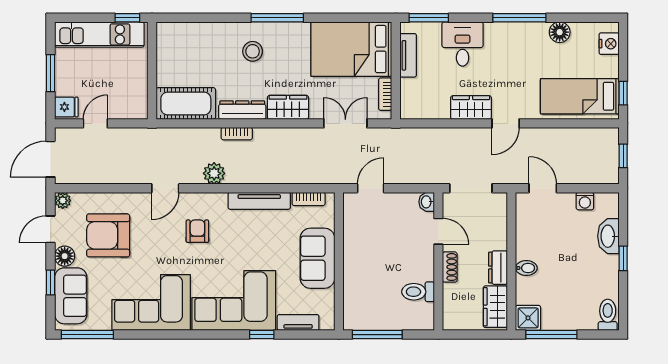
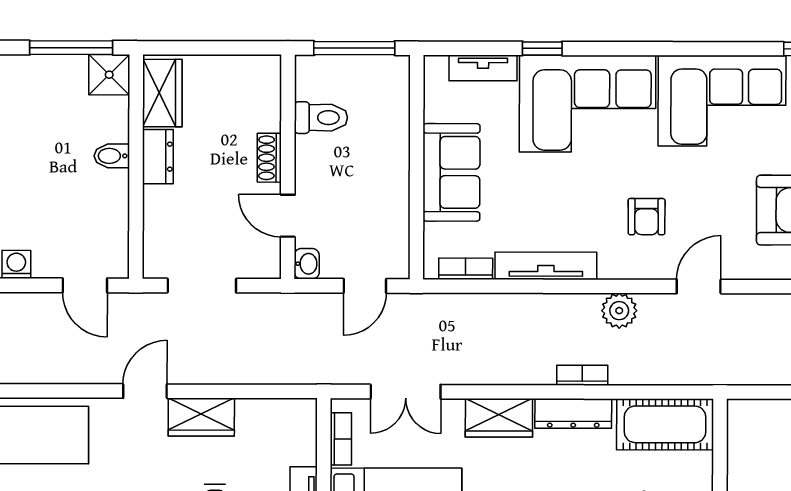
washbasin: (427, 202) -> (307, 264), moved
door: (438, 231) -> (288, 216), moved
wall: (438, 261) -> (288, 167), moved
shoe rack: (450, 267) -> (269, 158), moved
toilet: (418, 292) -> (321, 118), moved

